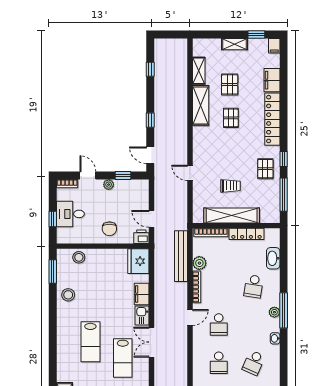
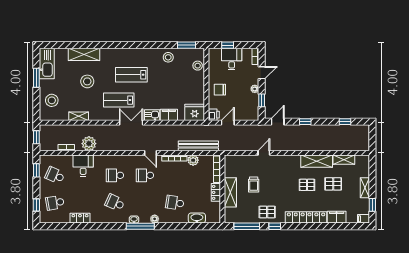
shelving: (232, 215) -> (230, 192), width x0.68
locker: (246, 234) -> (216, 192), width x0.66
window: (284, 310) -> (140, 226), moved

